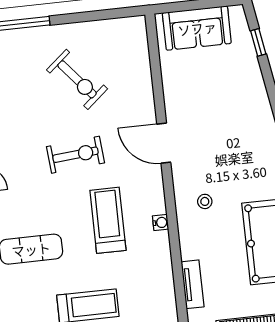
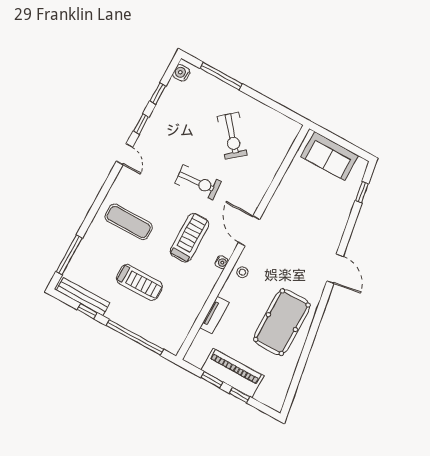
door: (164, 143) -> (249, 231), moved
stool: (205, 201) -> (242, 272), moved

